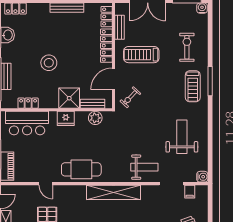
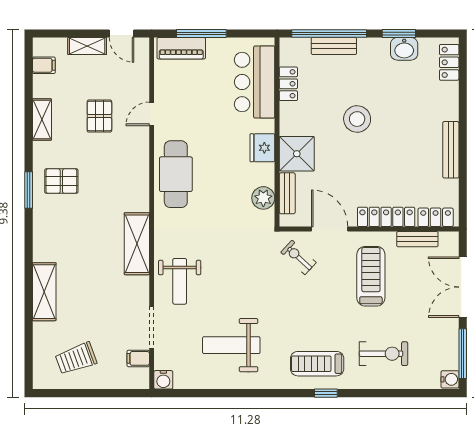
window: (210, 81) -> (326, 393), width x0.46
weight bench: (182, 137) -> (231, 345), turned 180
shelving: (114, 192) -> (137, 244), width x0.68

